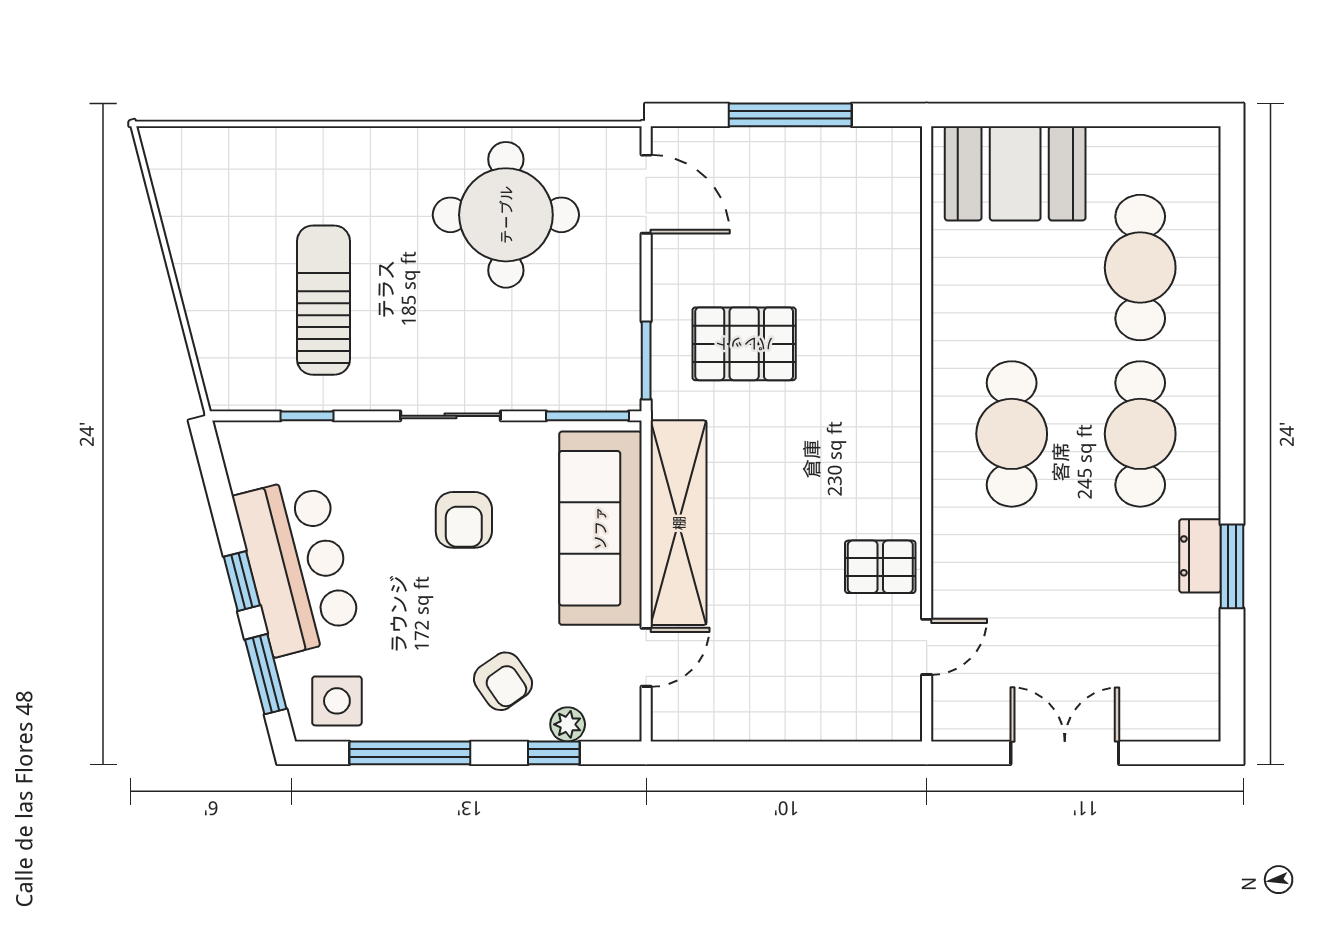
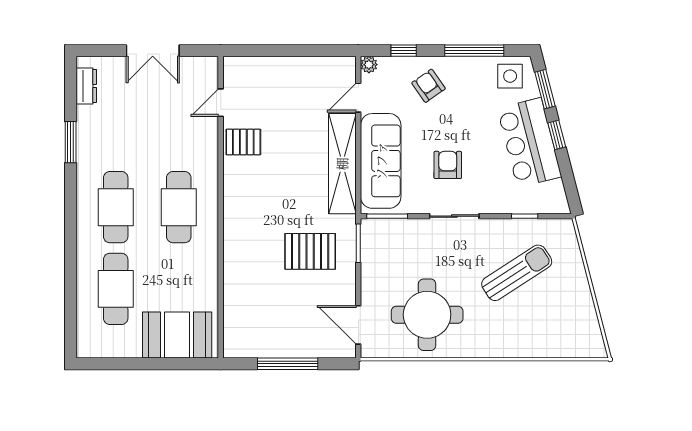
sun lounger: (323, 300) -> (517, 273), turned -123
dresser: (1200, 556) -> (86, 86), moved
plant: (568, 724) -> (369, 65), moved

